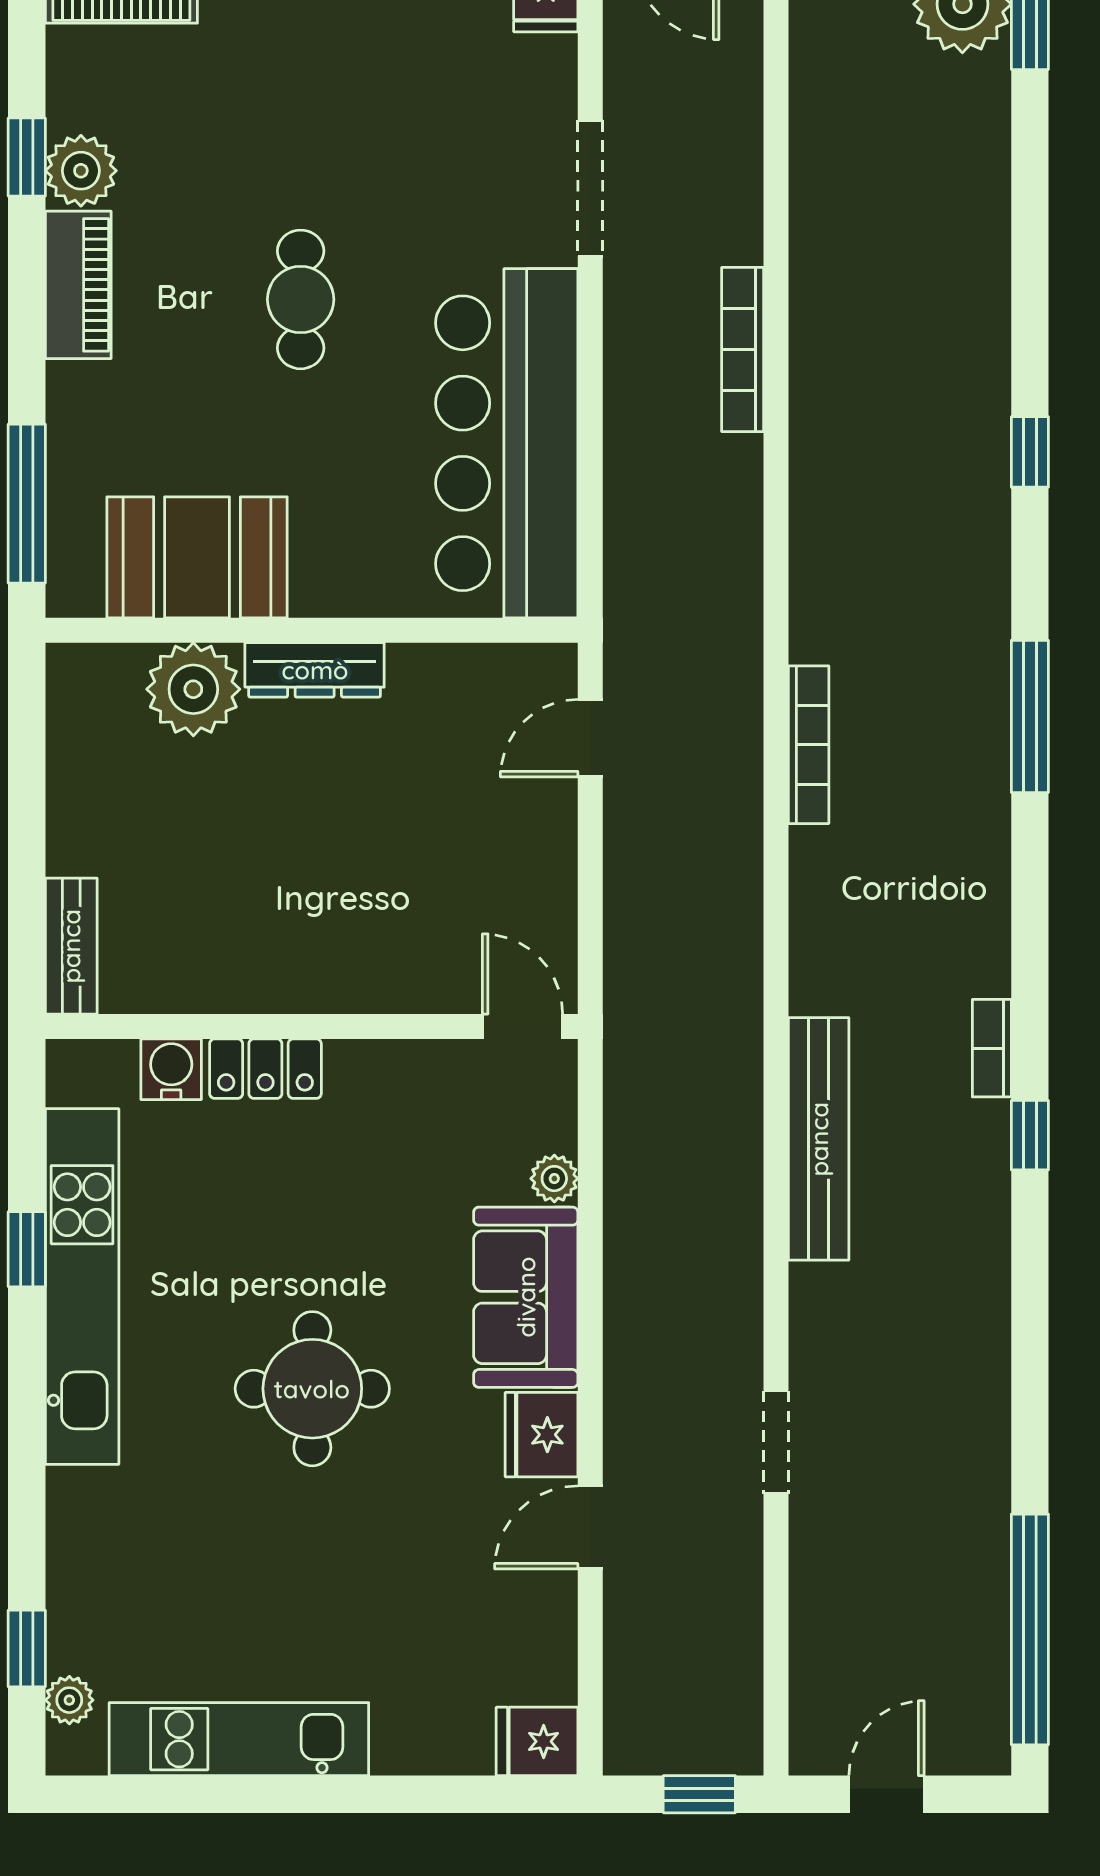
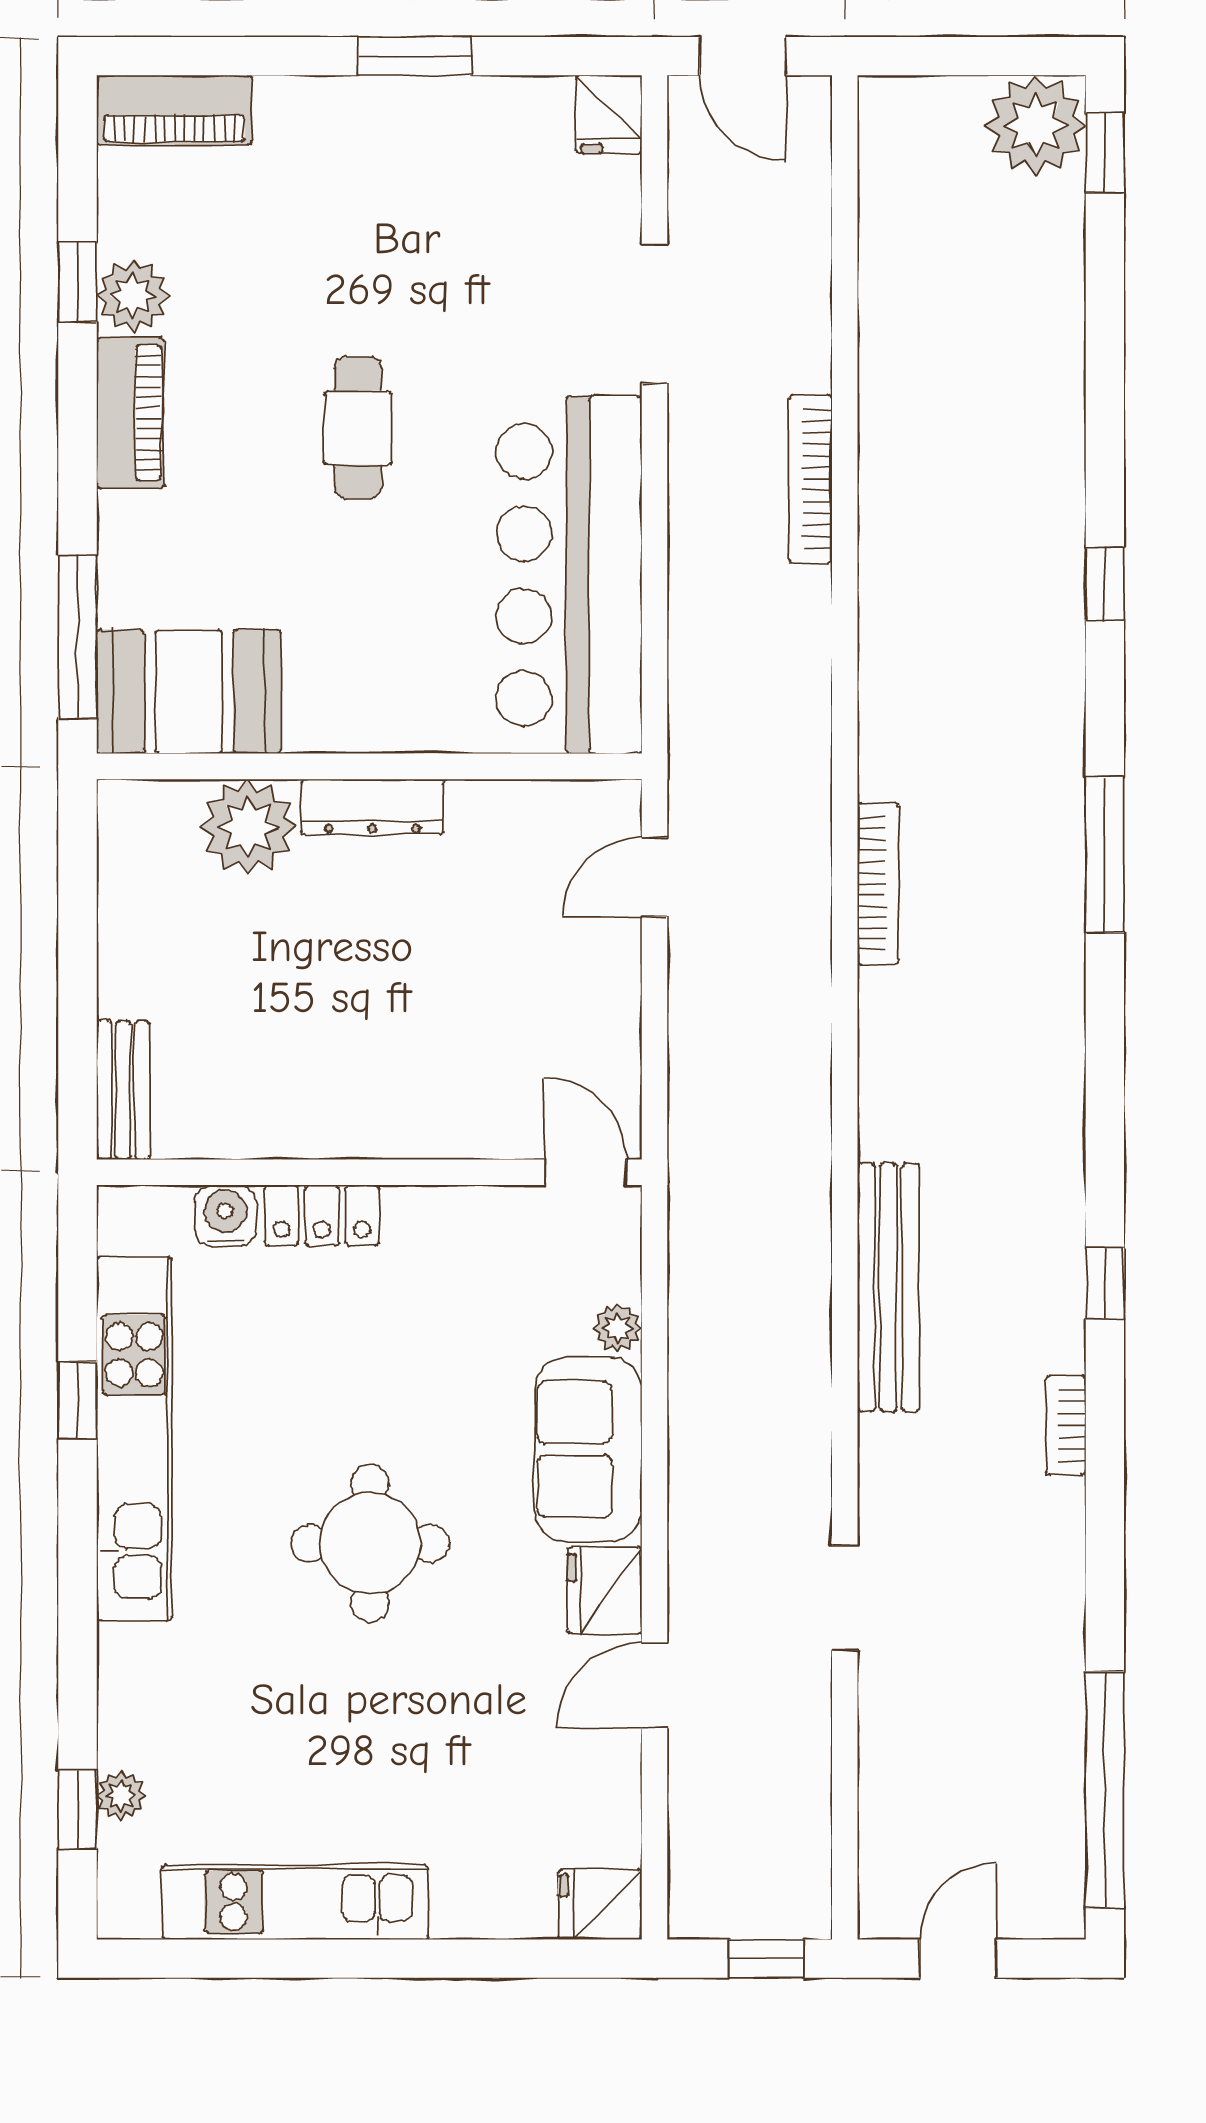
booth: (197, 557) -> (189, 692), moved
bookcase: (992, 1048) -> (1066, 1425), moved
plant: (69, 1700) -> (121, 1795), moved

